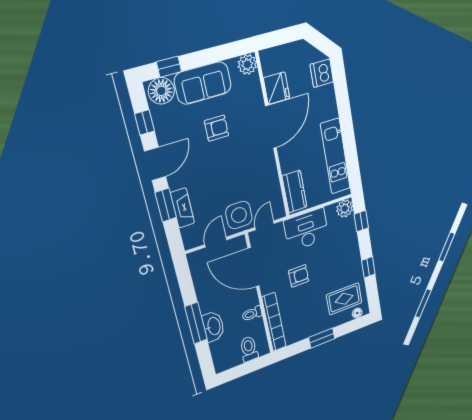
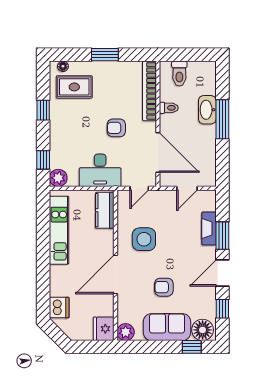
fridge: (277, 88) -> (104, 329), moved
side table: (239, 215) -> (144, 239), moved

